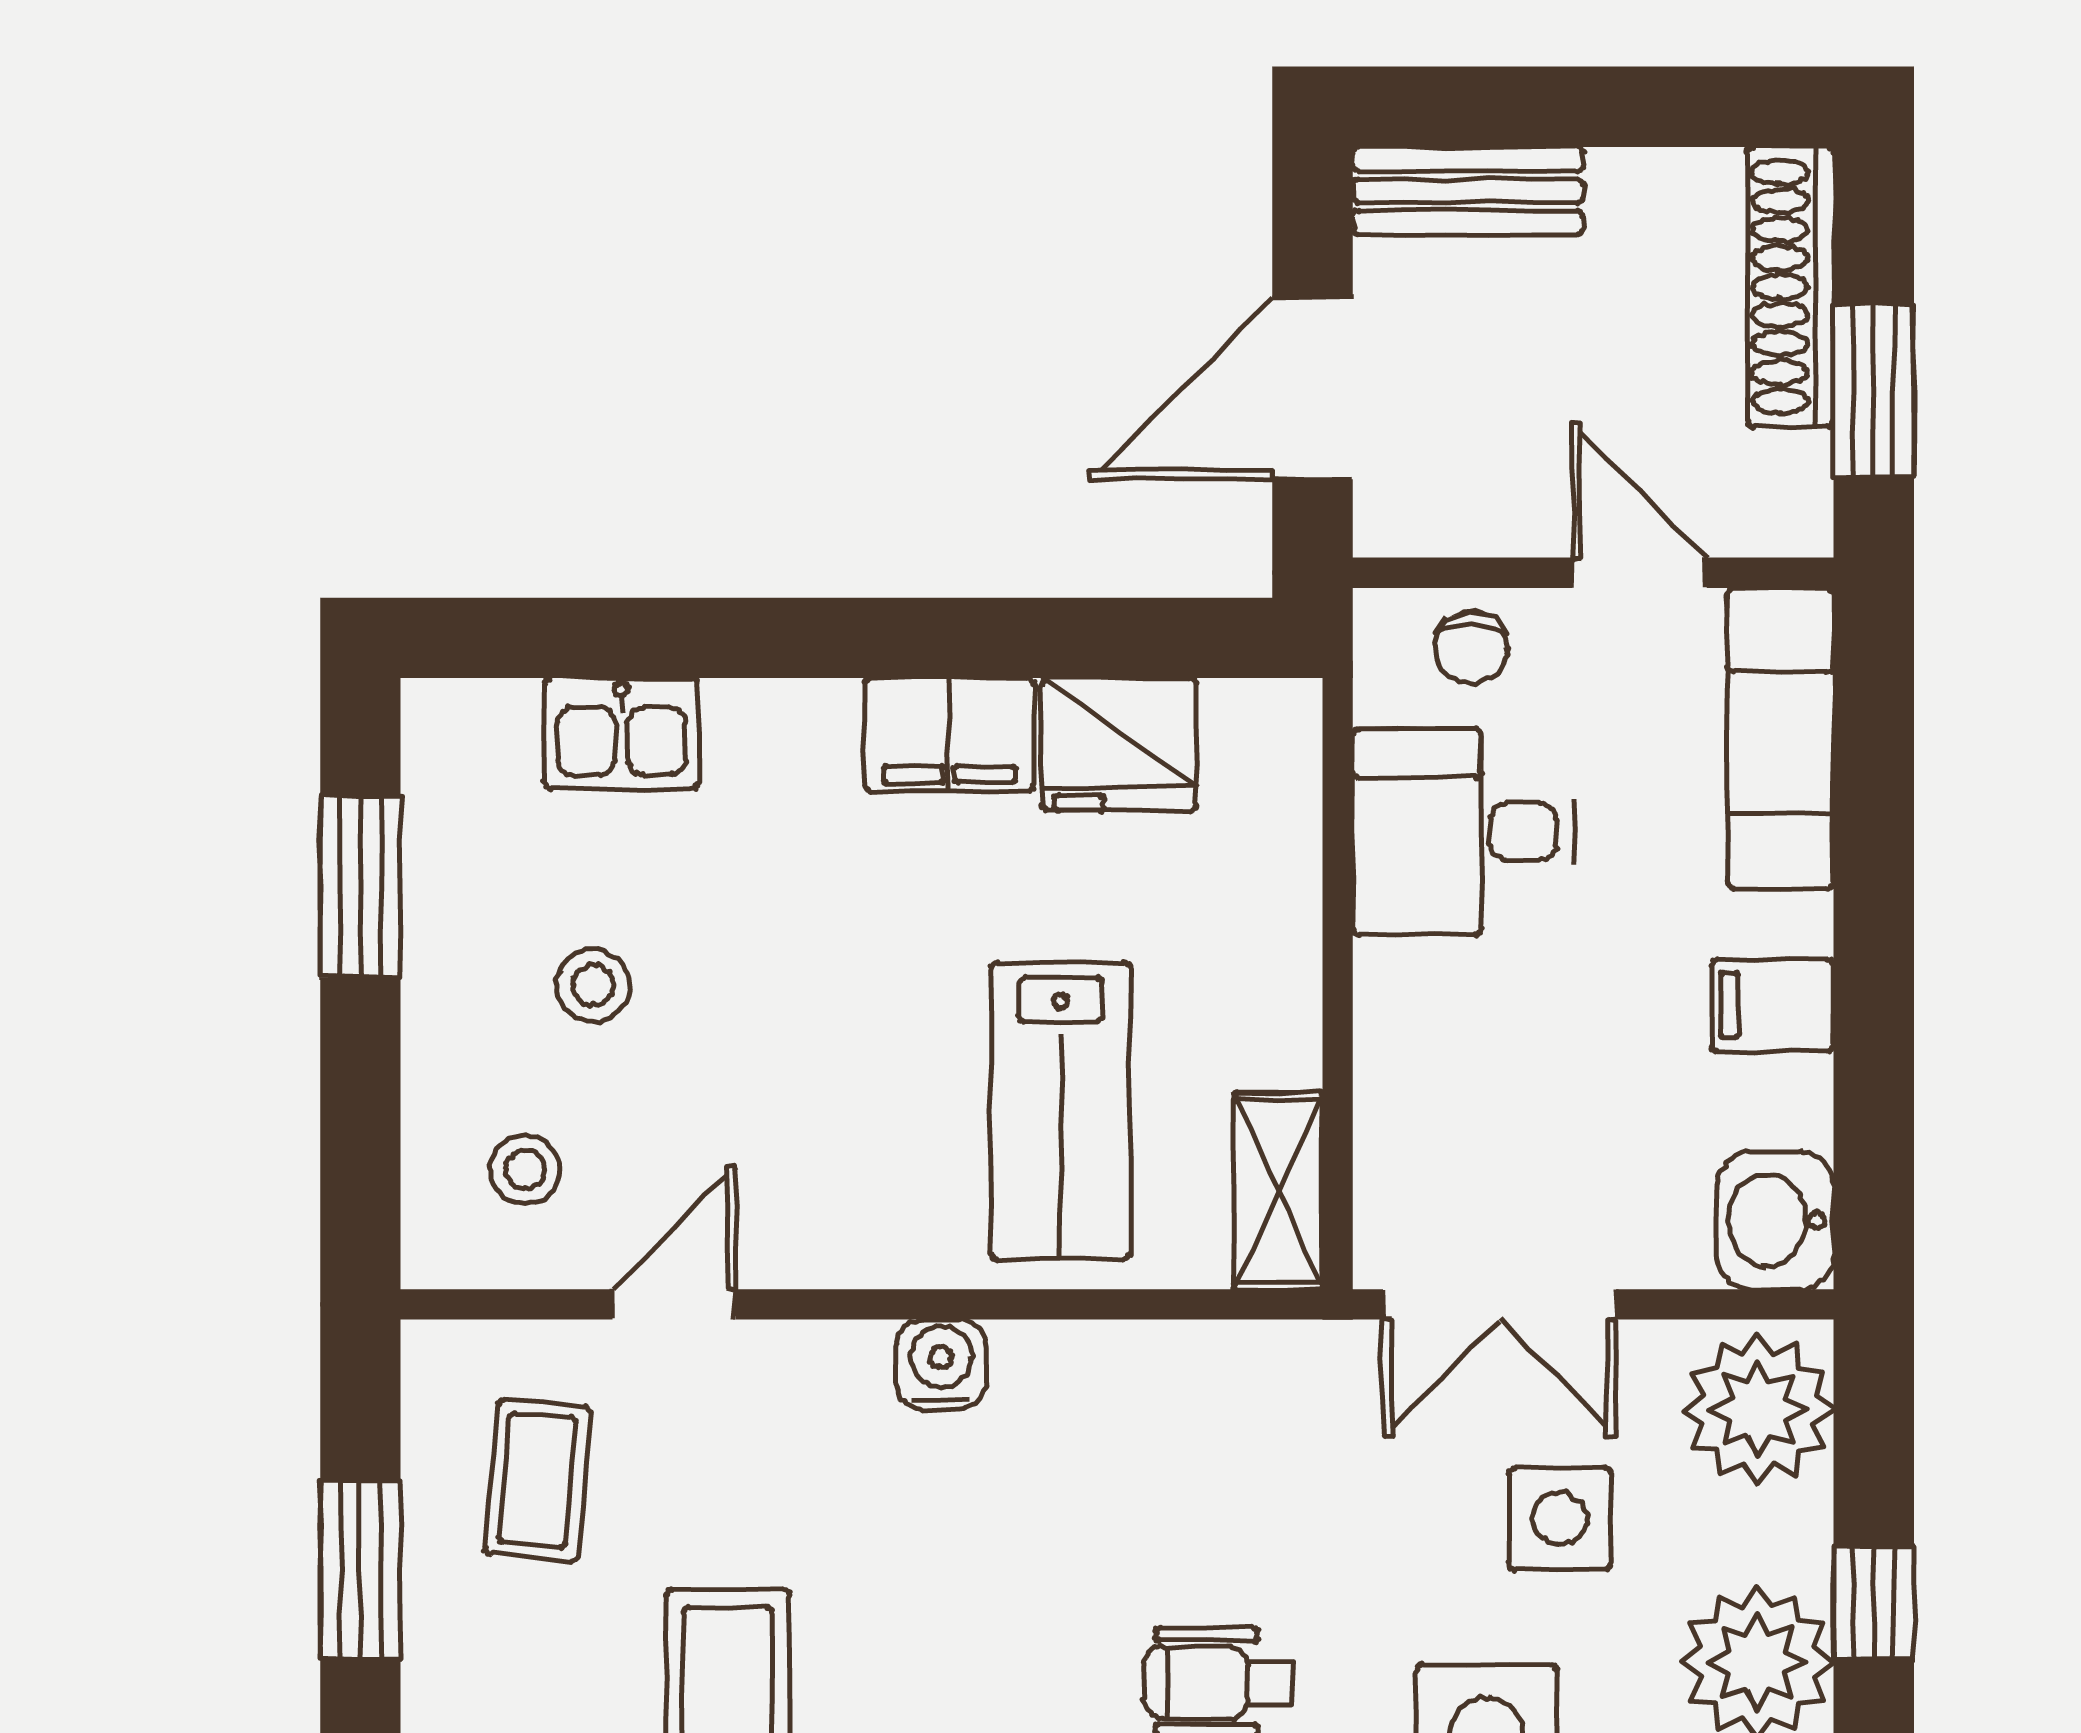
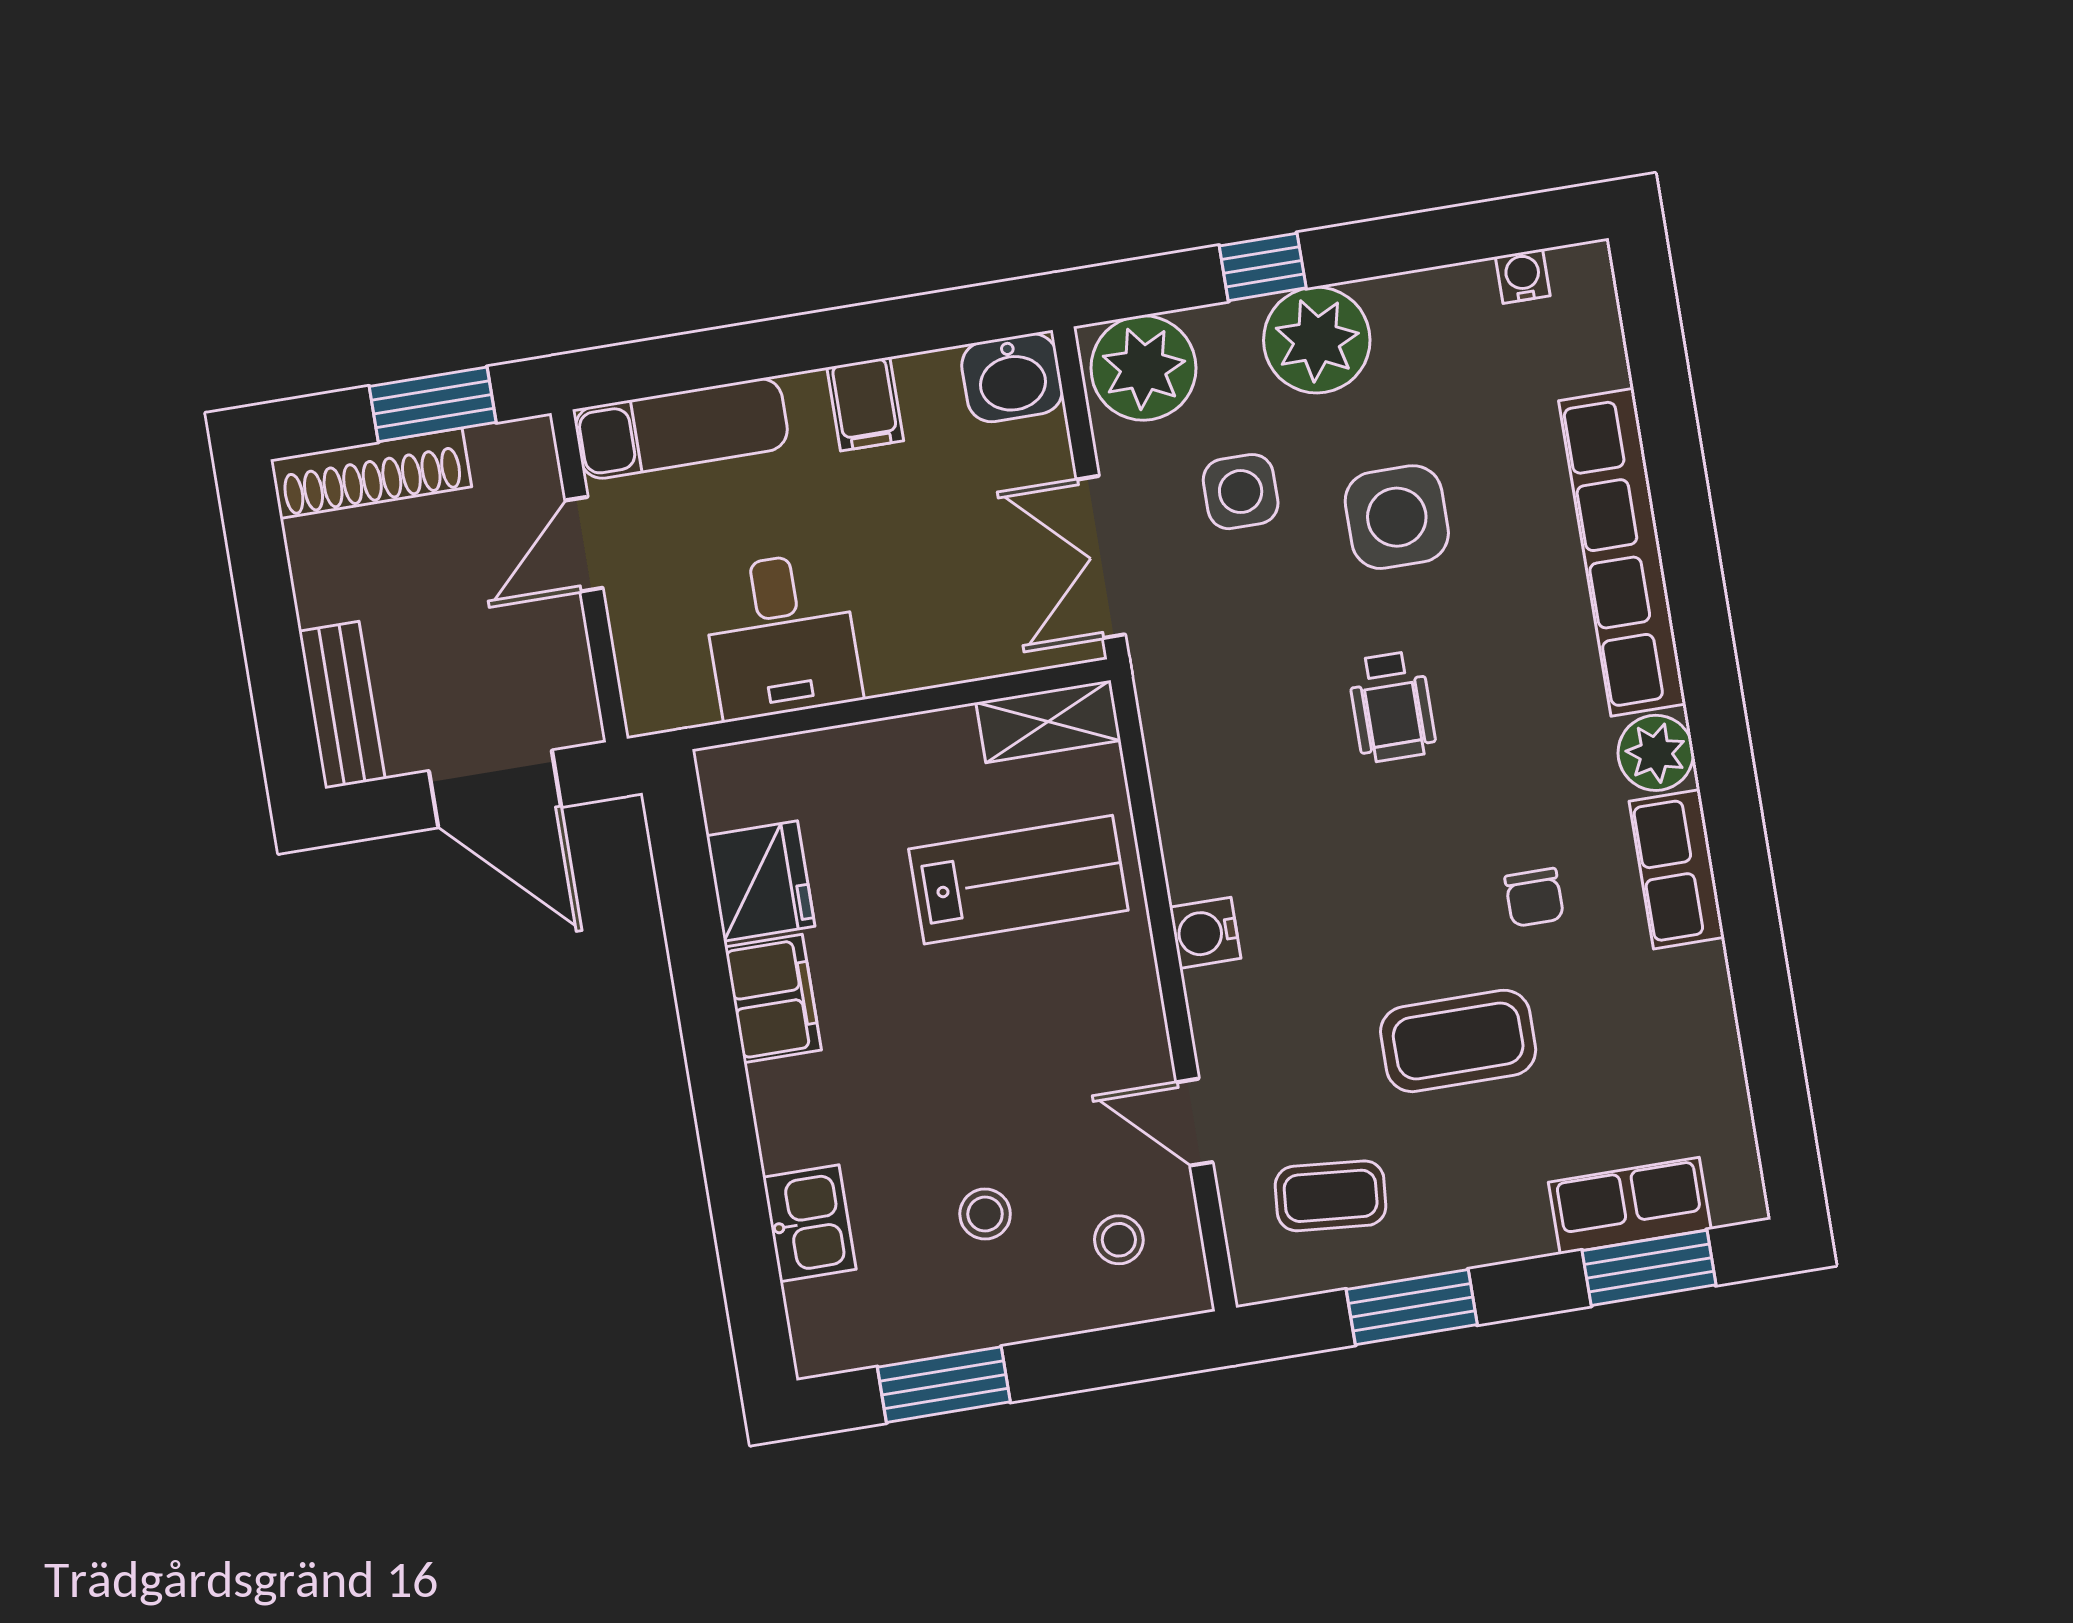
chair: (1471, 648) -> (654, 651), removed
double door: (1500, 1304) -> (1101, 557), swing flipped

